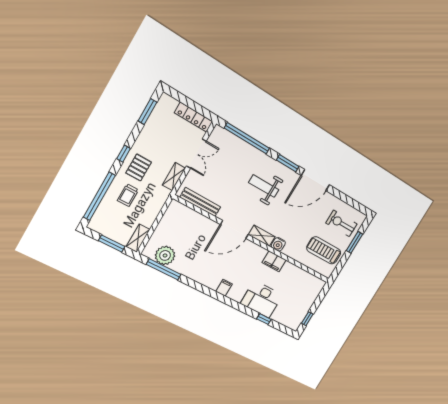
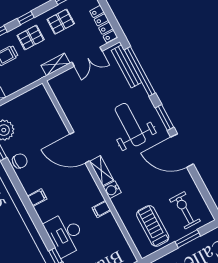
pallet: (156, 138) -> (61, 22), added
weight bench: (264, 186) -> (130, 125), width x1.36, depth x1.33
bench: (200, 202) -> (126, 66), moved
filing cabinet: (274, 261) -> (101, 209), width x0.50
chair: (193, 270) -> (20, 161), added

